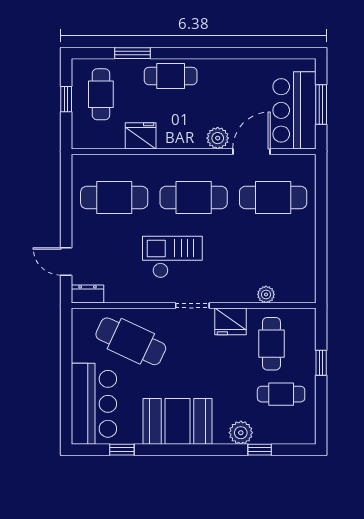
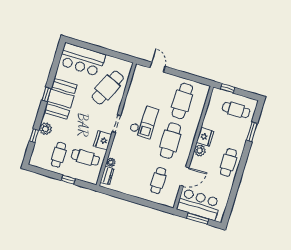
cafe table: (171, 76) -> (229, 162), moved
window: (66, 99) -> (228, 88), moved
fridge: (141, 136) -> (205, 137), moved
plant: (218, 138) -> (200, 151), moved
door: (251, 152) -> (185, 177), hinge flipped
cafe table: (273, 197) -> (158, 180), width x0.73, depth x0.74
door: (66, 261) -> (158, 67), hinge flipped
dresser: (87, 294) -> (107, 176), moved
window: (122, 450) -> (46, 94), moved

